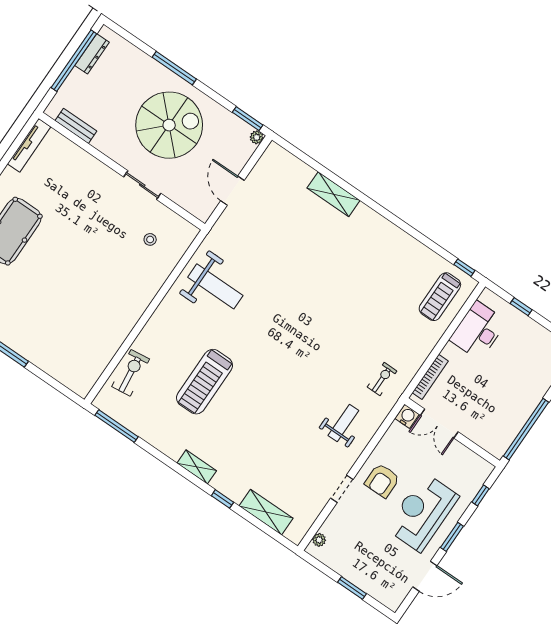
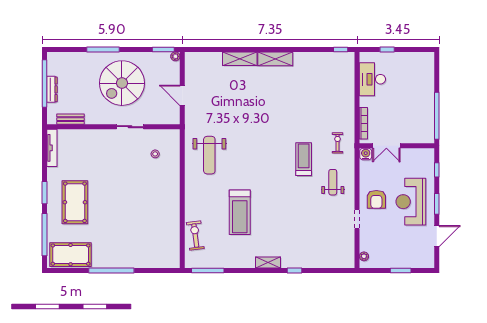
dresser: (92, 54) -> (52, 89), moved
spiral stairs: (169, 125) -> (122, 83), turned 180
weight bench: (215, 286) -> (209, 155), turned 90
treadmill: (440, 297) -> (304, 159), moved, turned 180
shelving: (266, 512) -> (275, 59), moved

